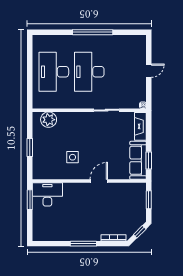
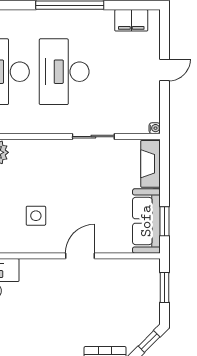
filing cabinet: (129, 41) -> (131, 20), added

